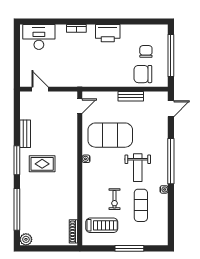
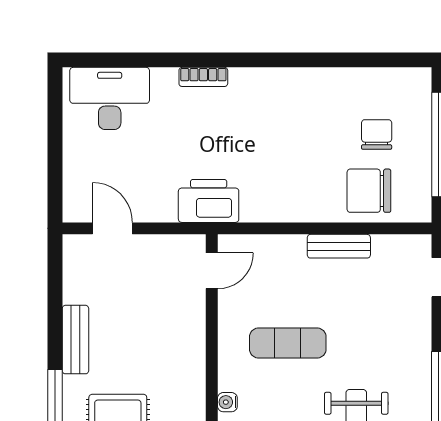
printer: (108, 33) -> (209, 201), moved, turned 180
exercise mat: (110, 135) -> (288, 343), width x0.50, depth x0.69

